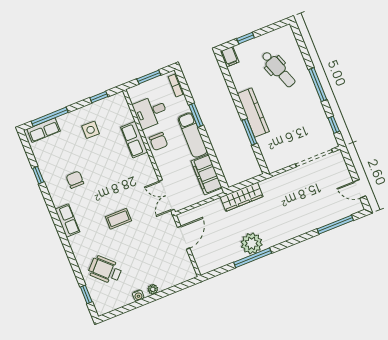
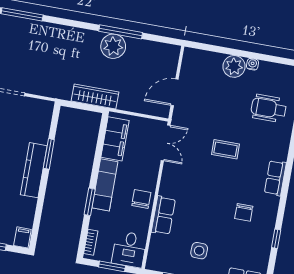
desk: (151, 112) -> (129, 249), moved, turned 90
wheelchair: (105, 270) -> (269, 108), turned 136
plant: (153, 289) -> (234, 66), width x1.87, depth x1.87

